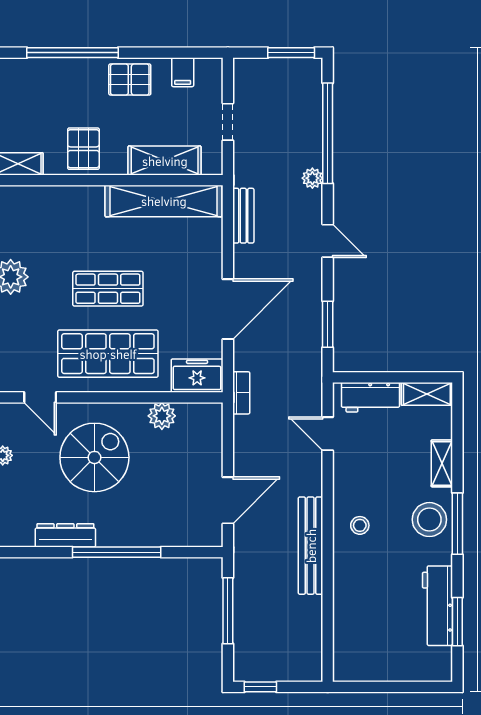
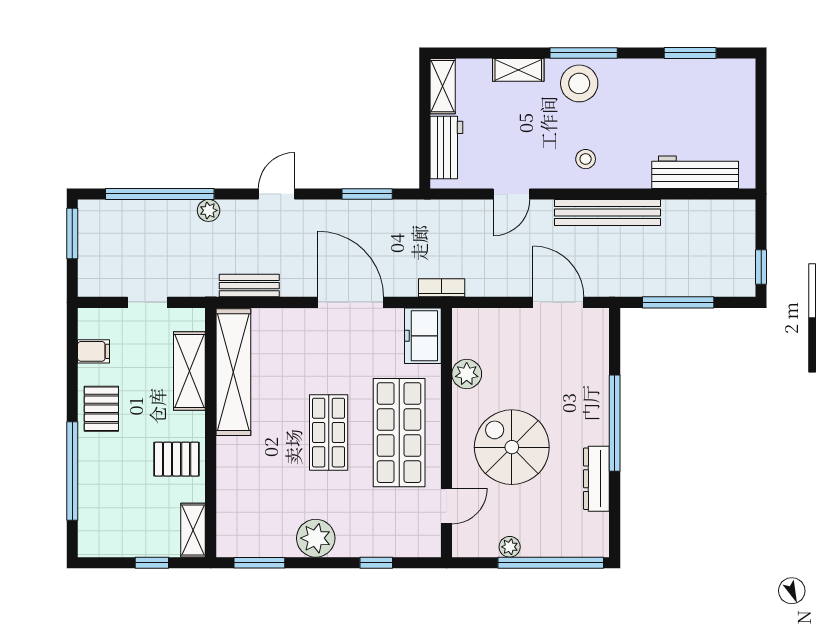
door: (328, 434) -> (511, 194), moved
workbench: (438, 606) -> (695, 172), moved, turned 180

